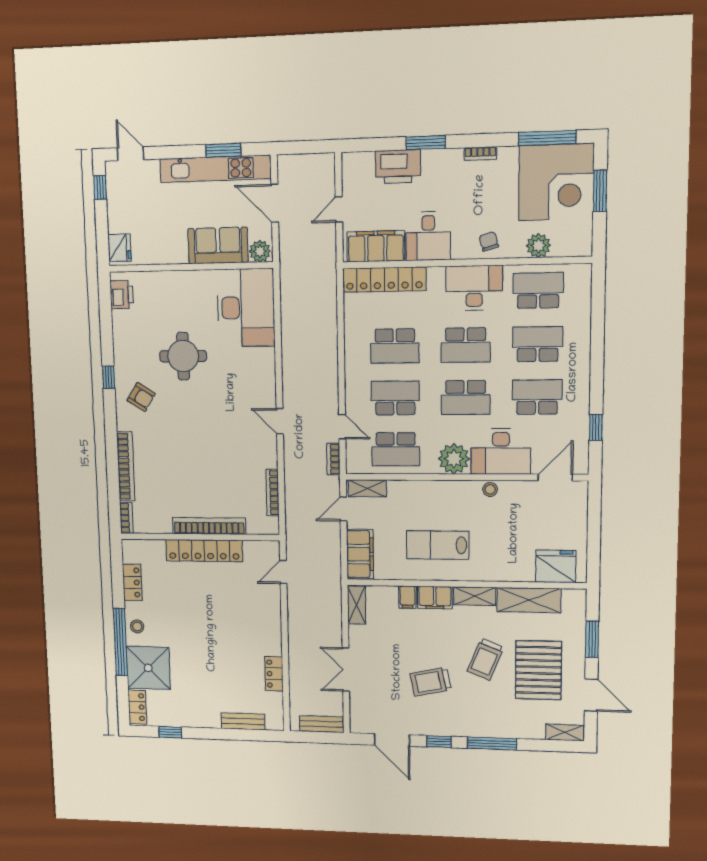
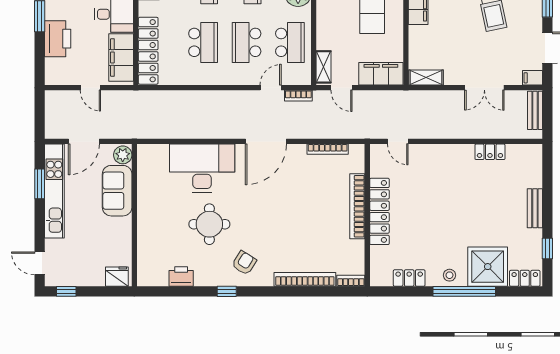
door: (131, 154) -> (40, 263), hinge flipped
printer: (122, 295) -> (181, 276), moved
desk: (246, 308) -> (202, 168), moved
door: (280, 421) -> (266, 141), width x1.88
filing cabinet: (407, 597) -> (533, 78), moved, turned 180
bench: (243, 721) -> (535, 208), moved

